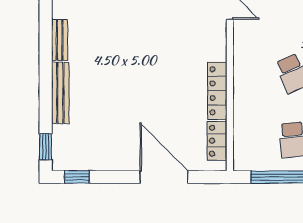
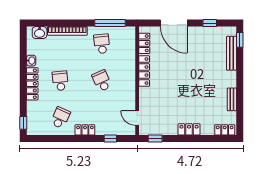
bench: (60, 93) -> (231, 53), moved
window: (77, 177) -> (210, 23), moved

